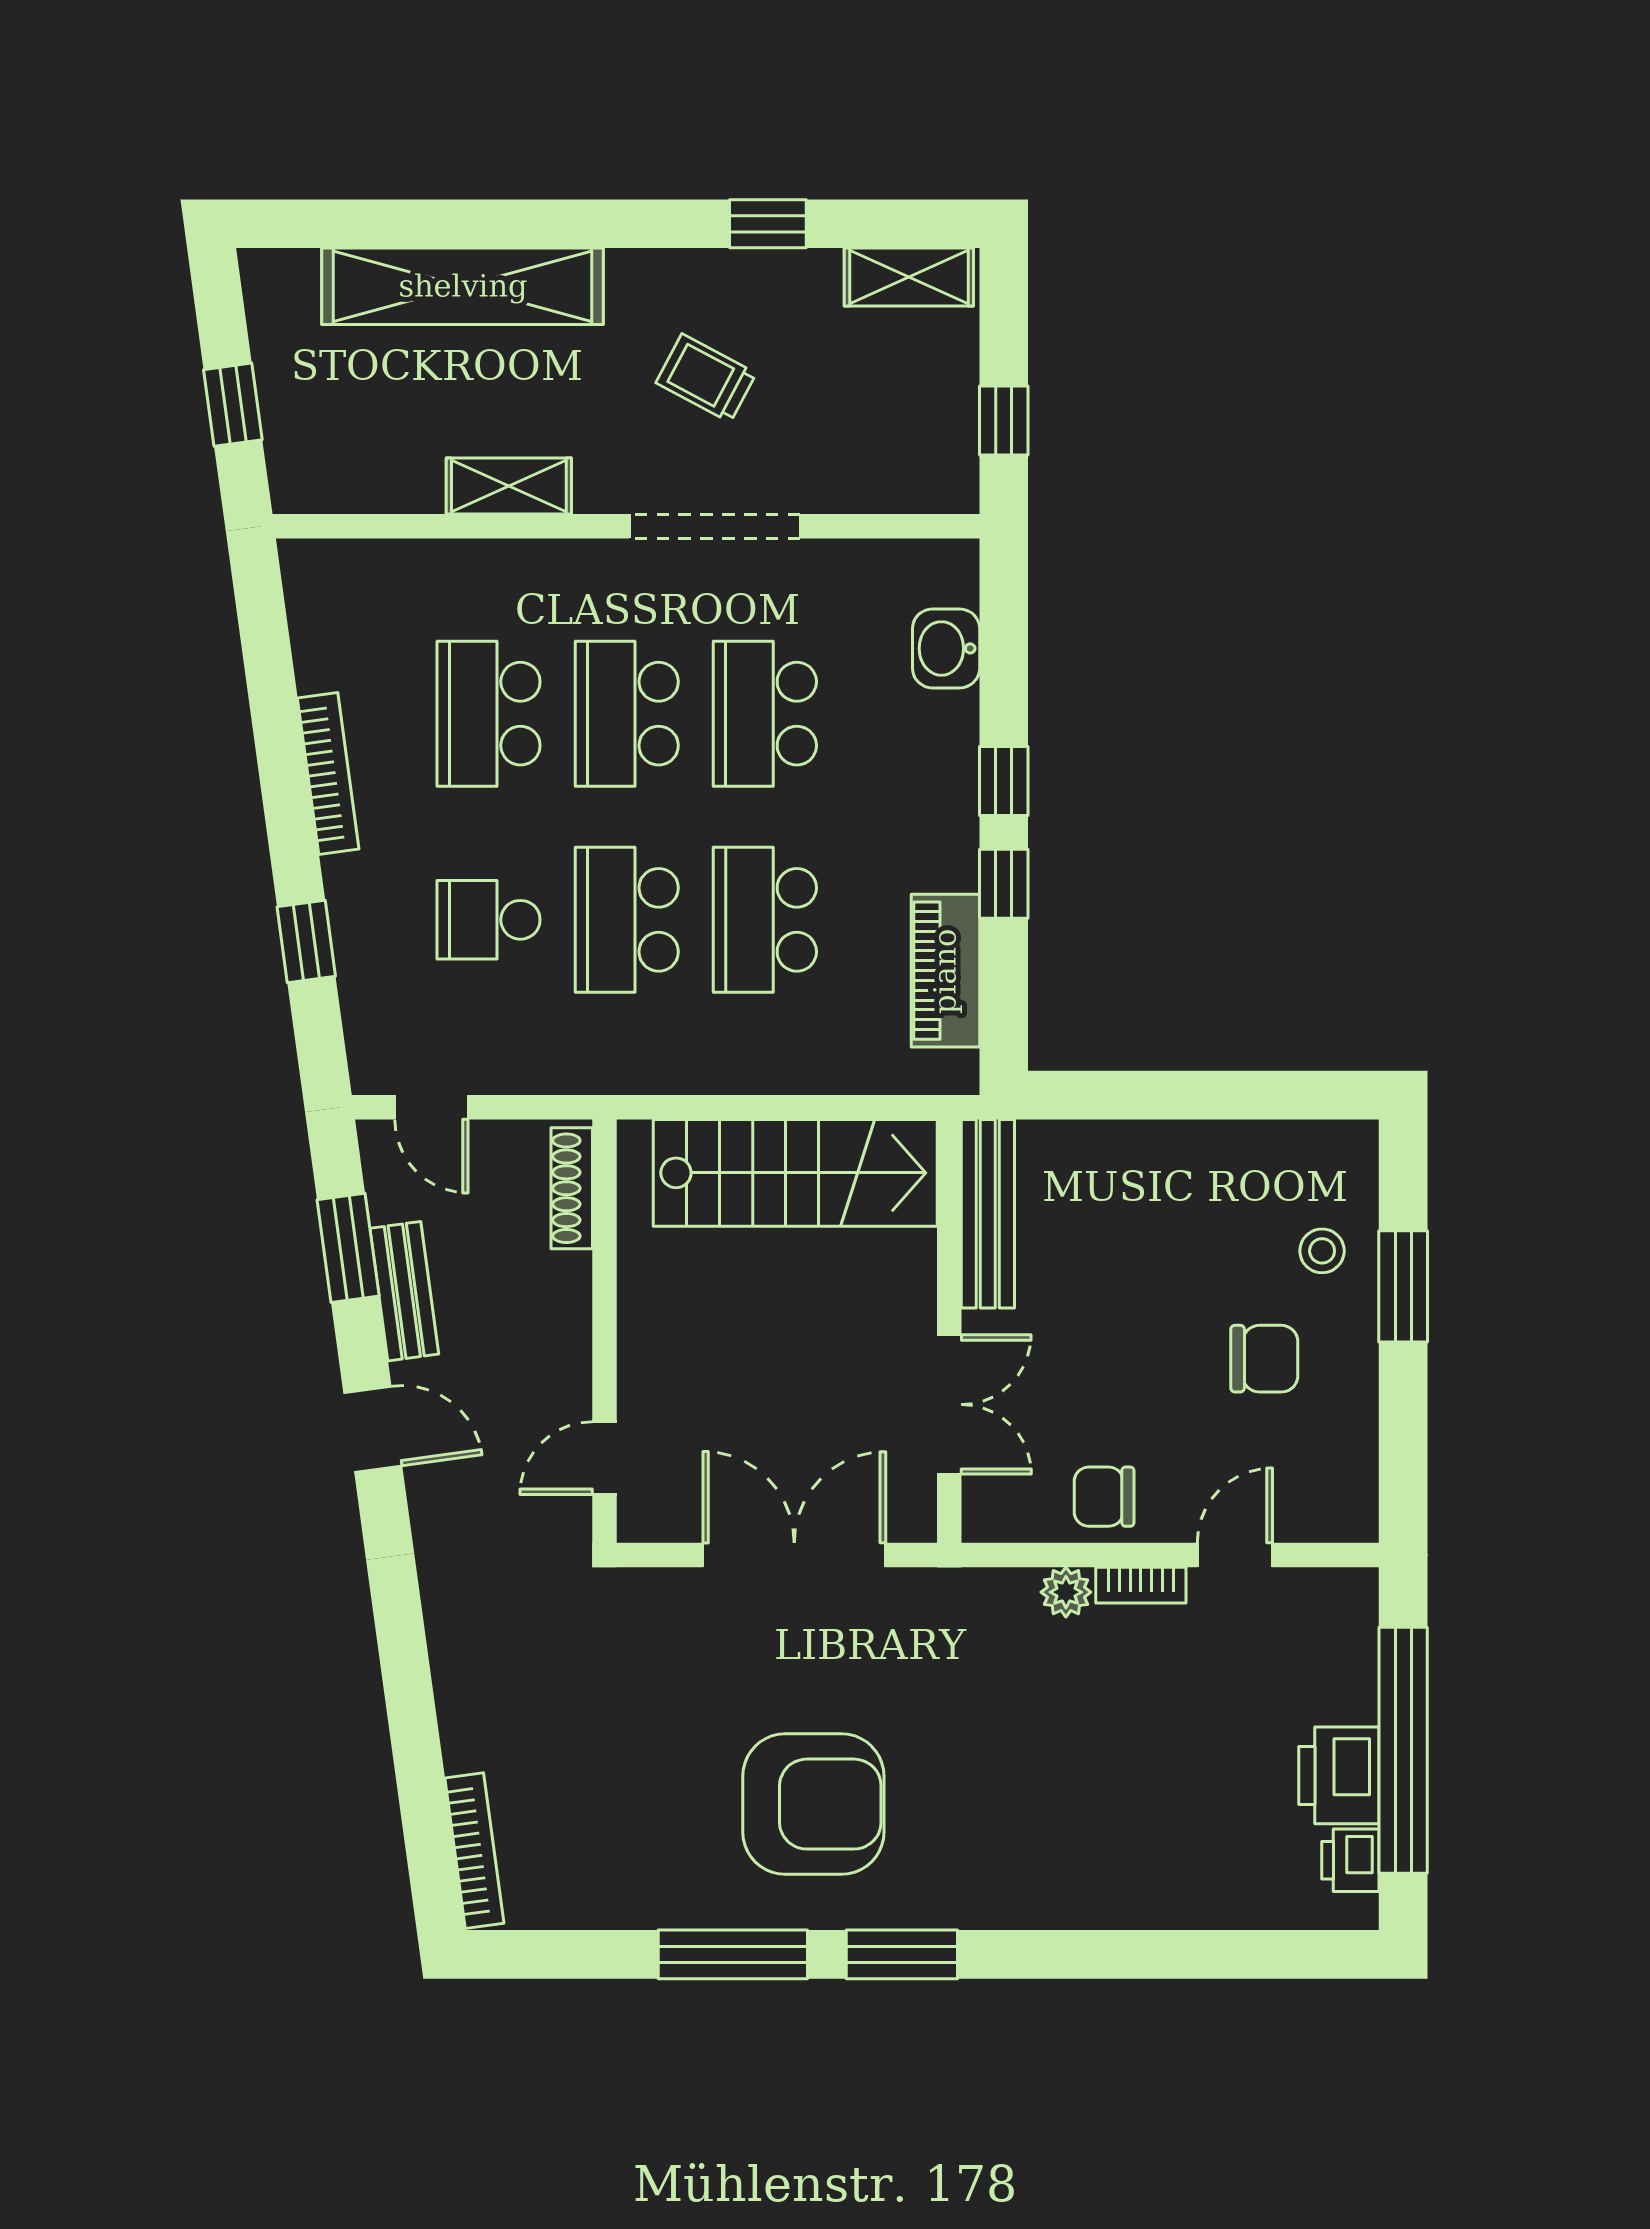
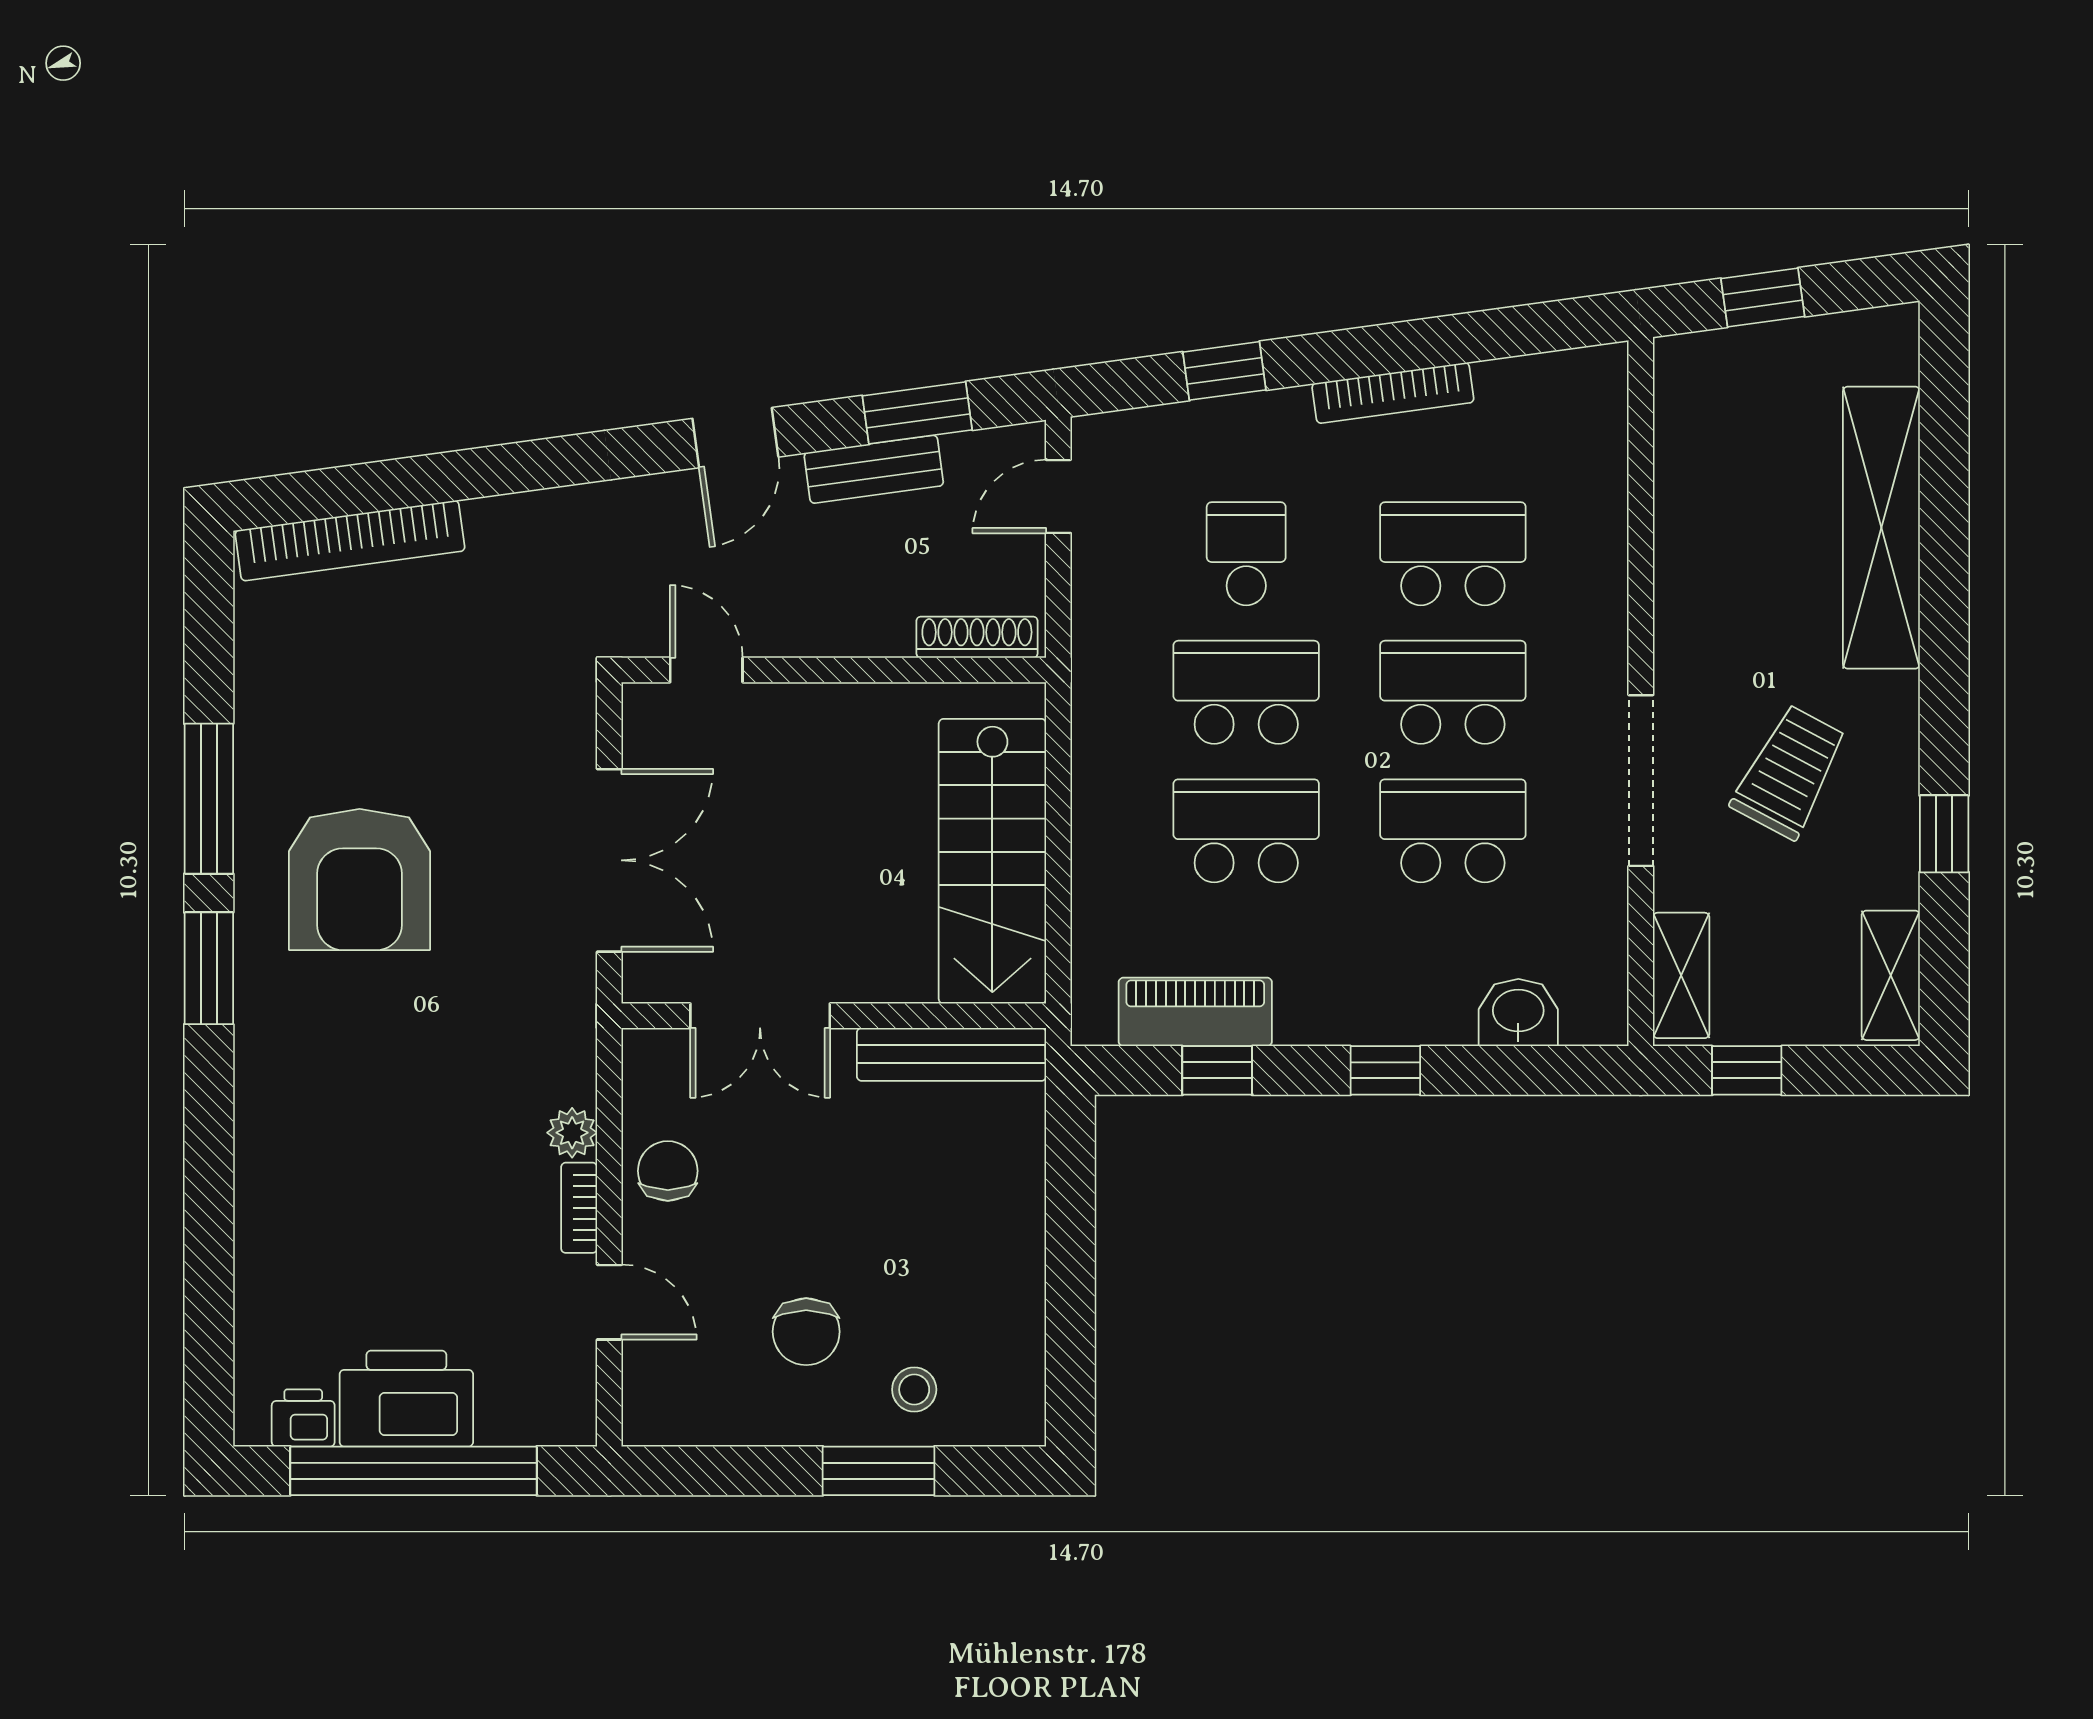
trolley: (706, 378) -> (1789, 772), width x1.36, depth x1.39
shelving: (509, 486) -> (1681, 975), moved
window: (1004, 884) -> (1217, 1070), moved
printer: (1339, 1775) -> (406, 1399), width x1.37, depth x1.19
bookcase: (474, 1851) -> (350, 541), width x1.48, depth x1.31

